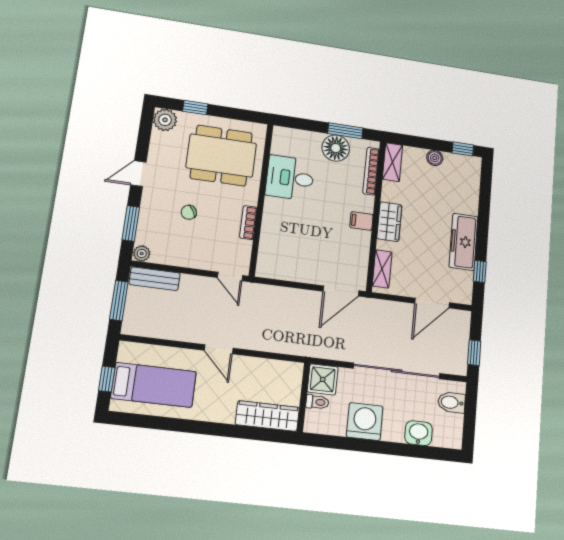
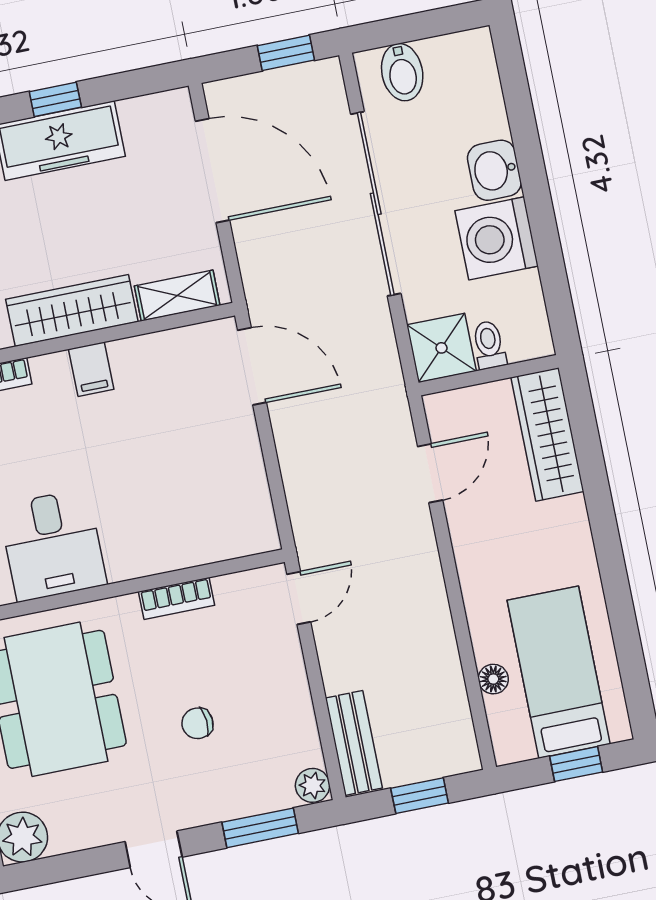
chair: (189, 212) -> (197, 723), turned 115
wardrobe: (389, 222) -> (72, 310), width x1.50
window: (480, 271) -> (55, 99), moved
window: (119, 301) -> (420, 796), width x0.67
door: (432, 303) -> (212, 171), width x1.36
door: (219, 349) -> (430, 473), moved
floor lamp: (161, 353) -> (493, 679), added
washbasin: (419, 433) -> (494, 170), moved

